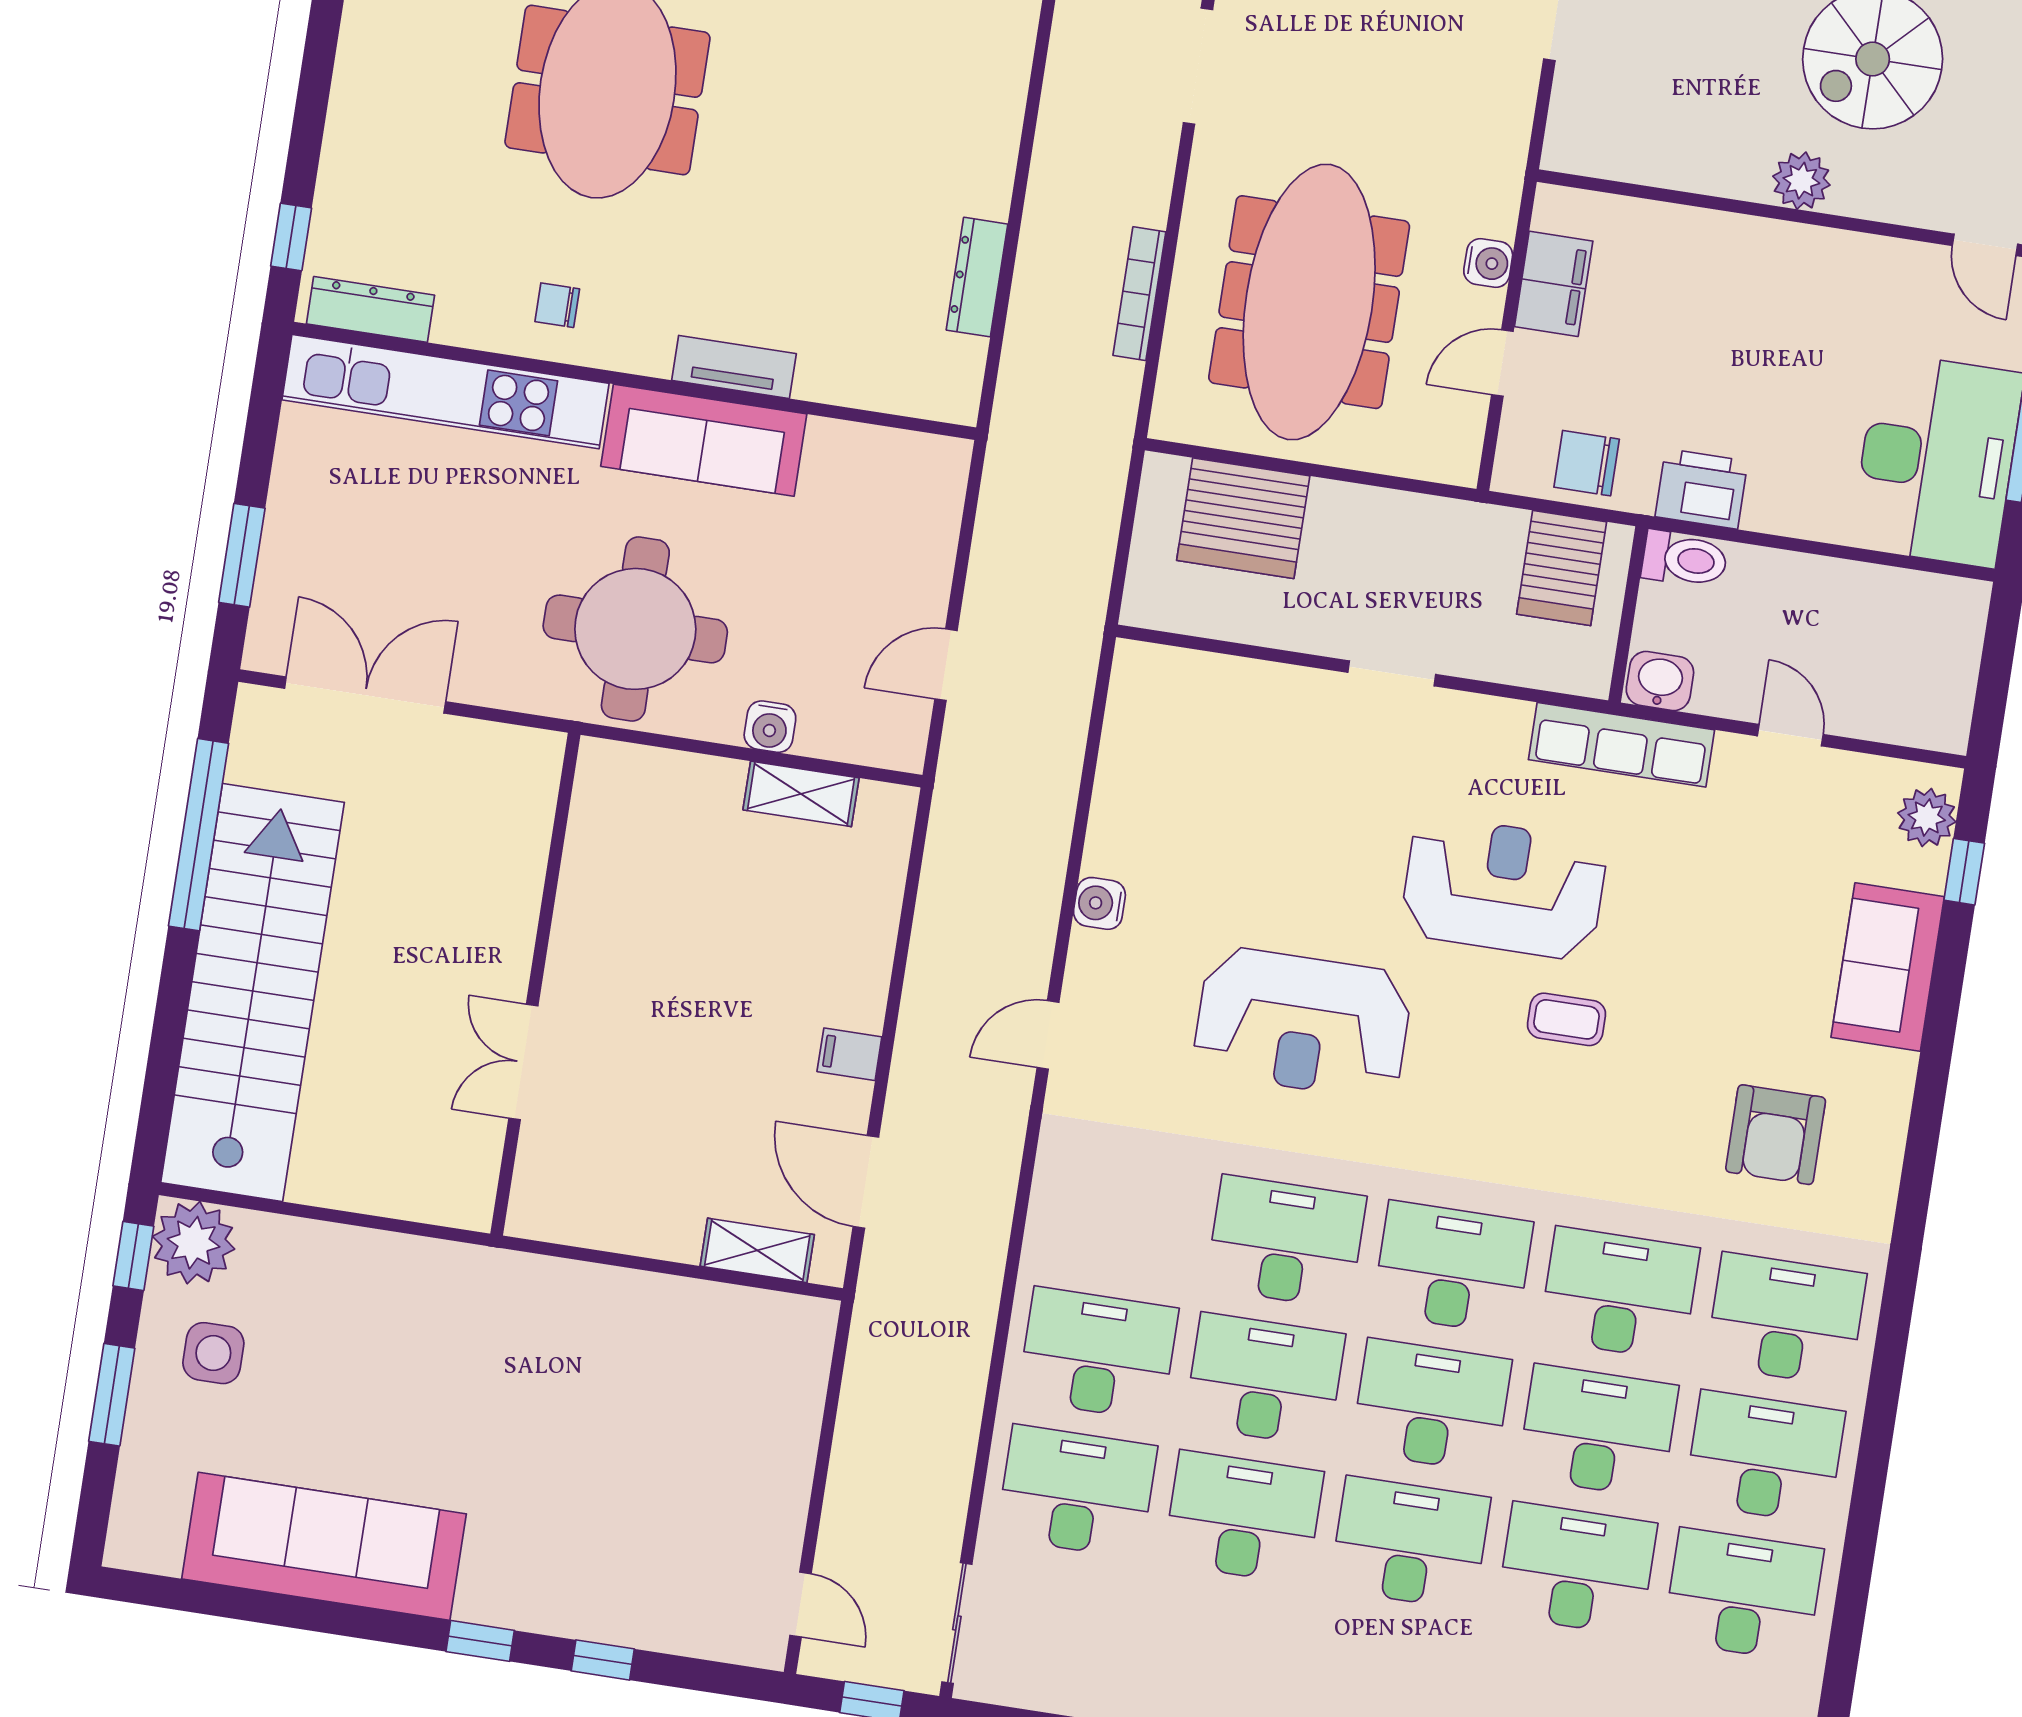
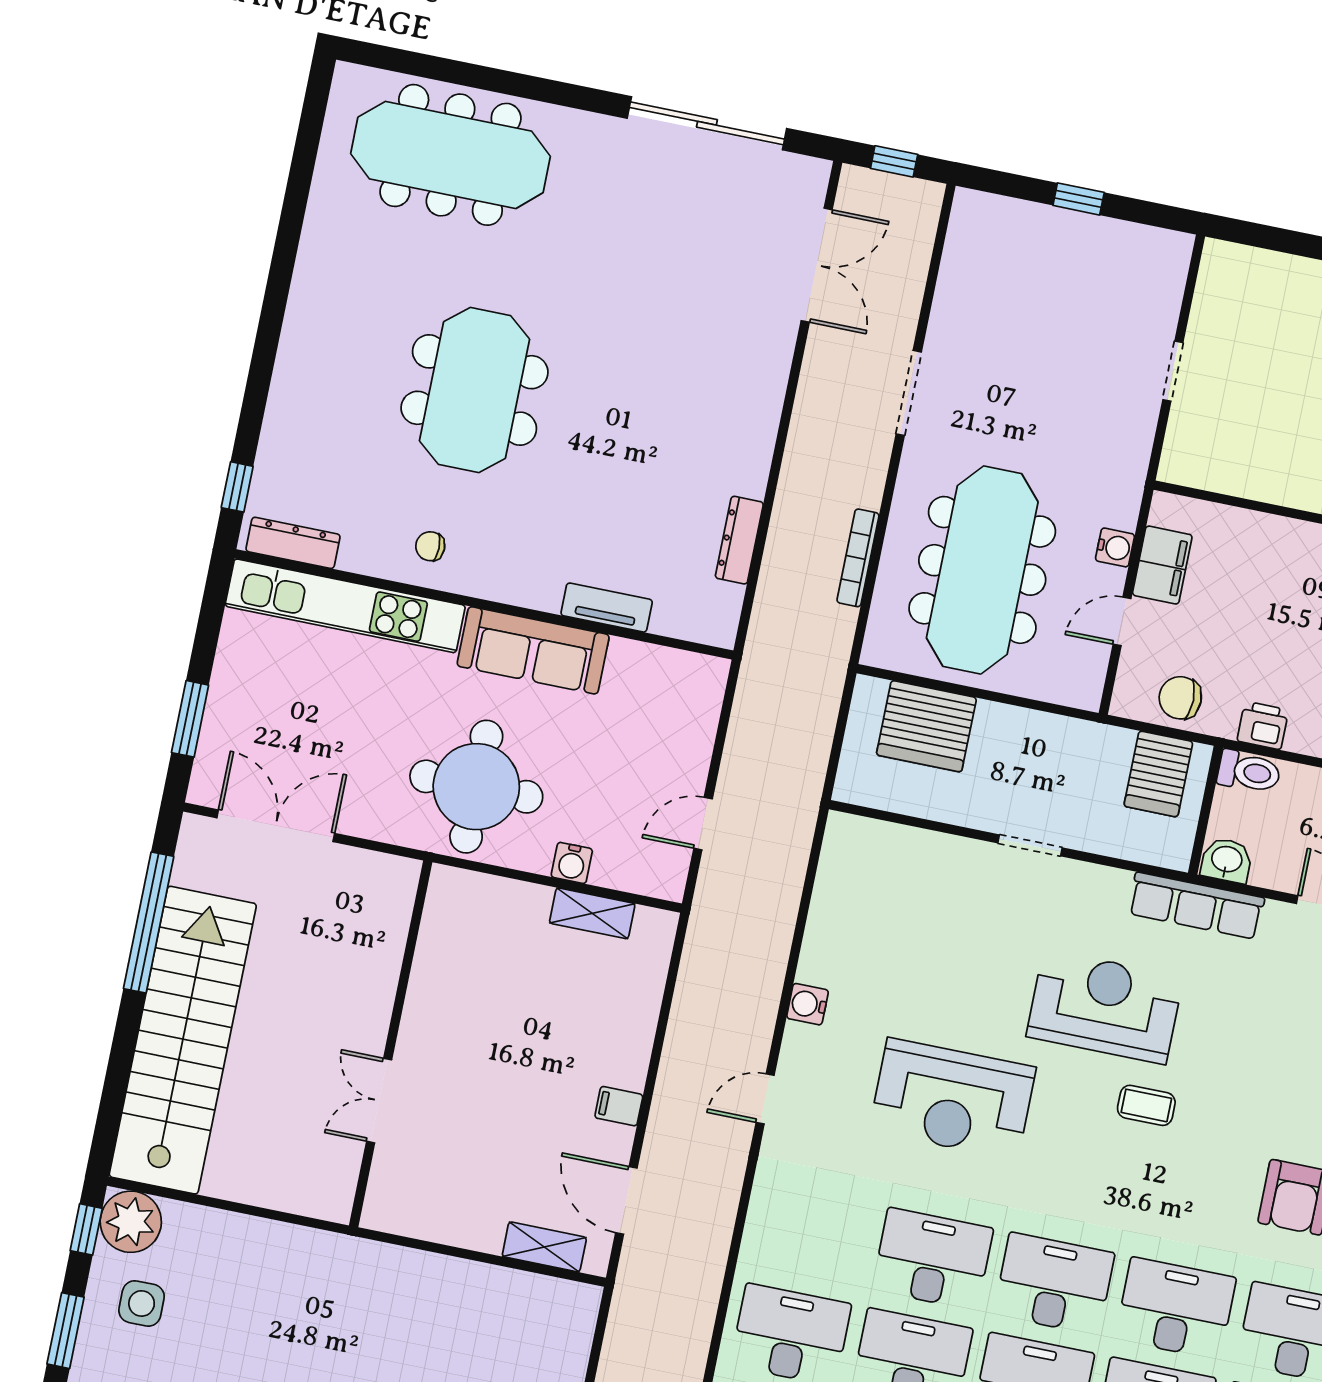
tv unit: (734, 367) -> (607, 608), moved
printer: (1702, 489) -> (1263, 725), width x0.73, depth x0.81

